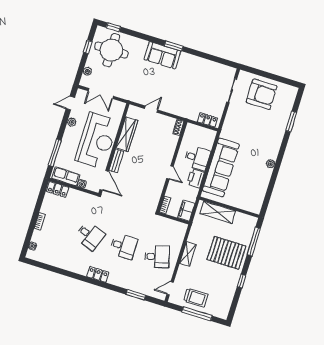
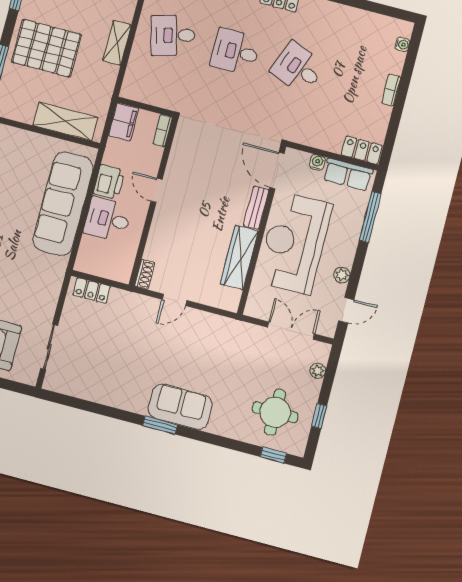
round table: (111, 50) -> (275, 412), width x0.73, depth x0.73
door: (151, 109) -> (174, 300), moved

